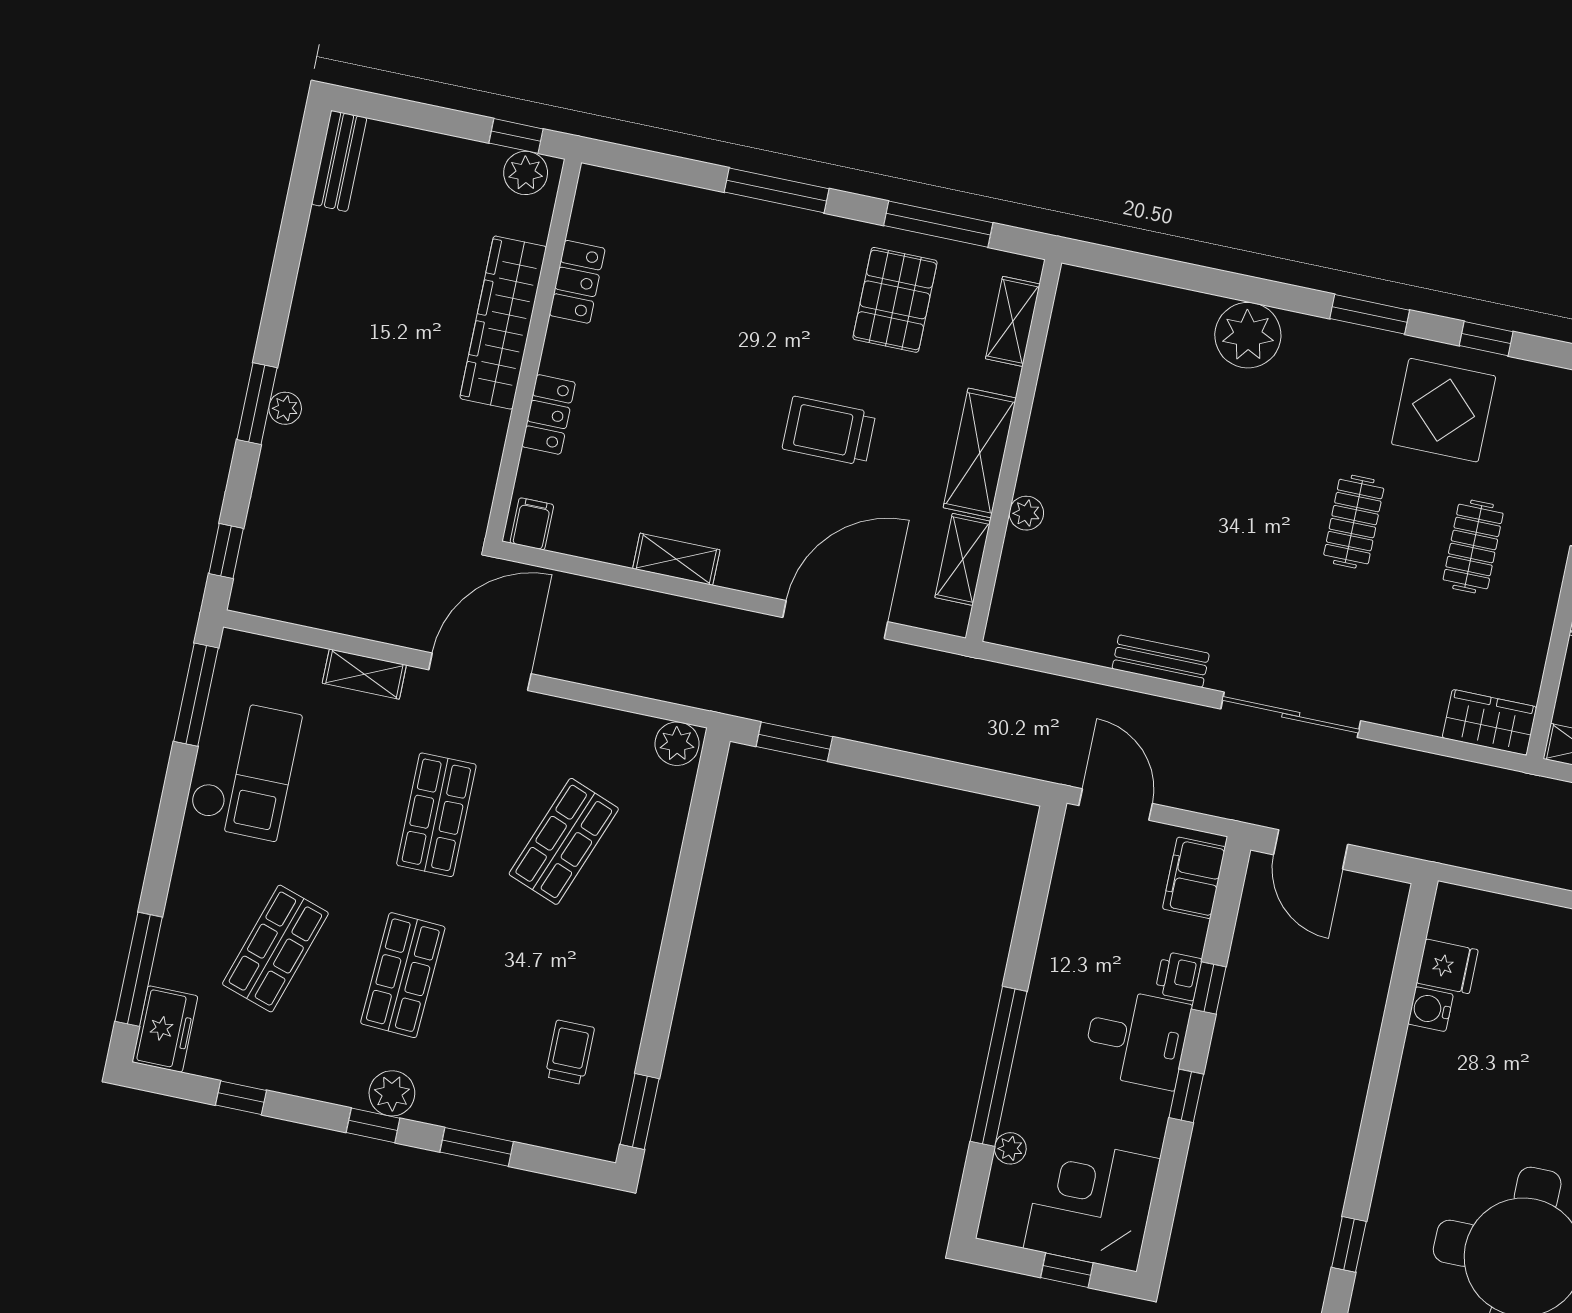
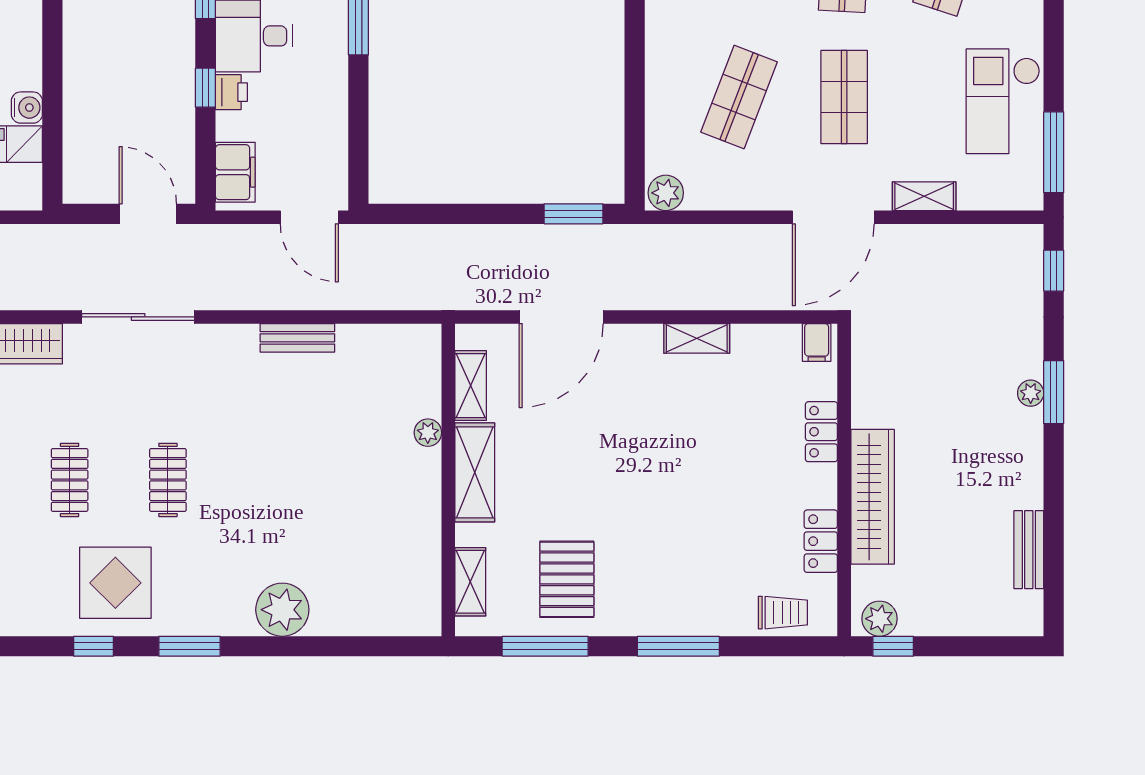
bench: (339, 161) -> (1029, 550), moved
trolley: (829, 431) -> (783, 613), moved, width x0.73, depth x0.72
sliding door: (1291, 715) -> (138, 317), moved

